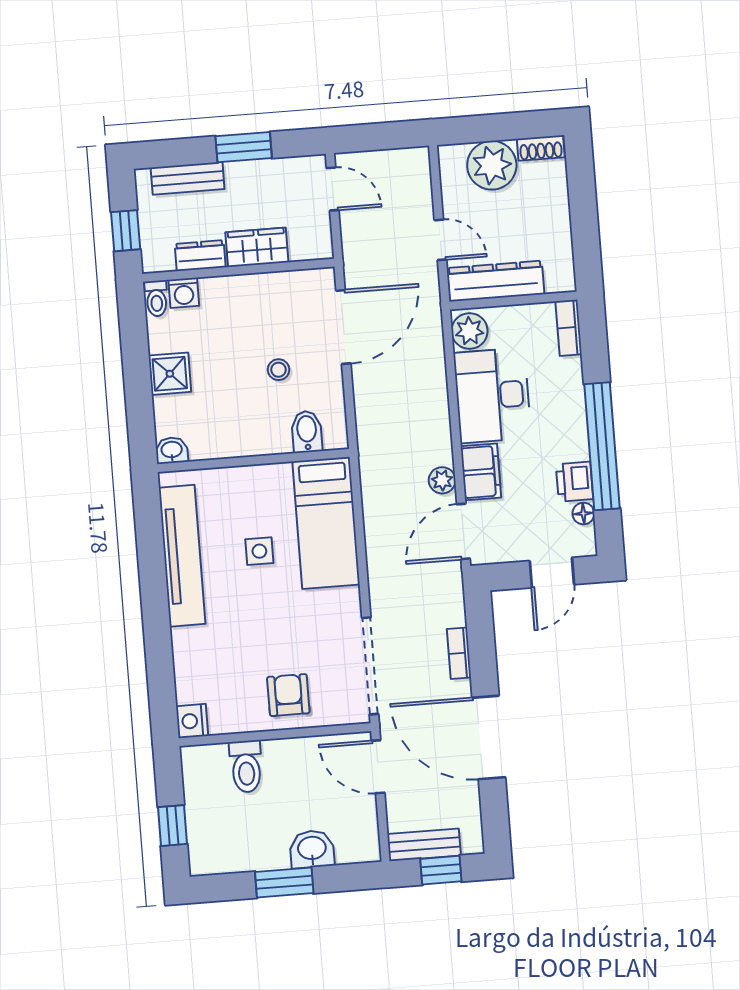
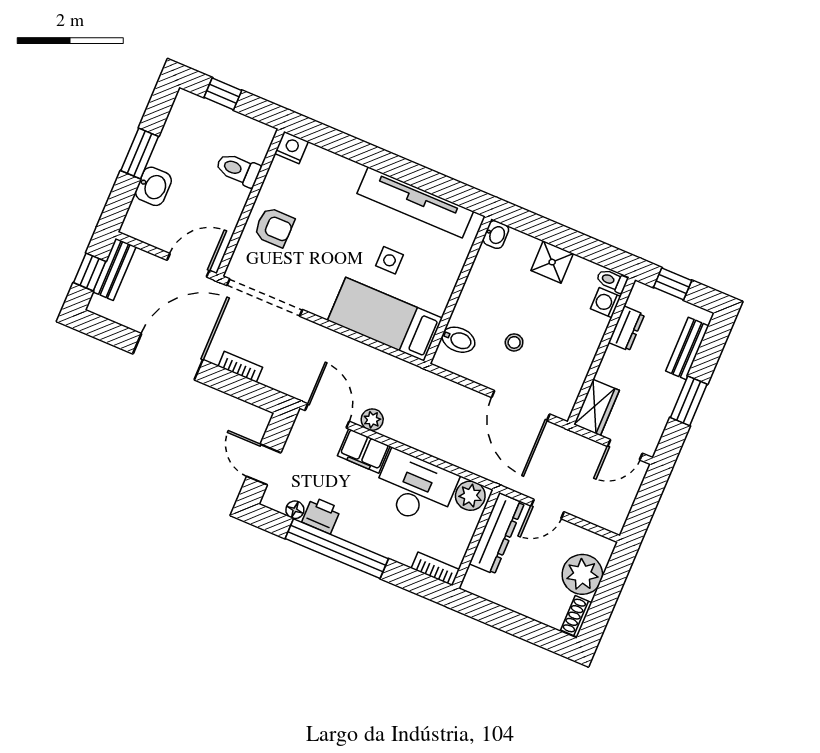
wardrobe: (257, 247) -> (596, 407), moved

